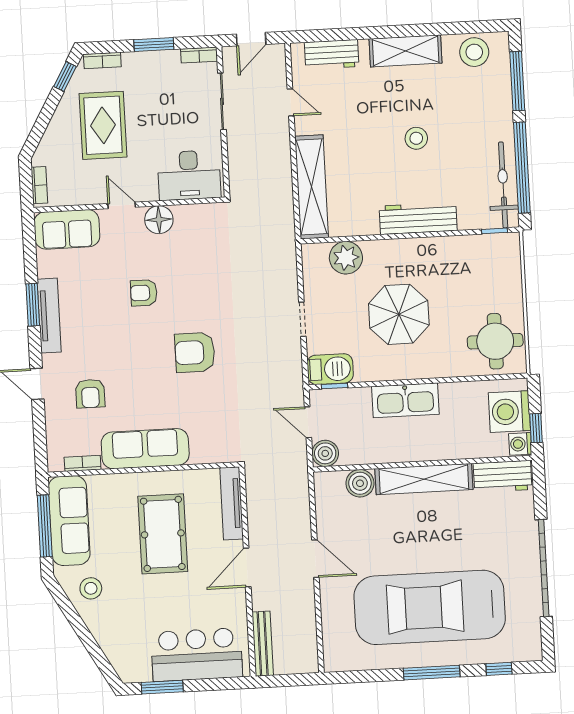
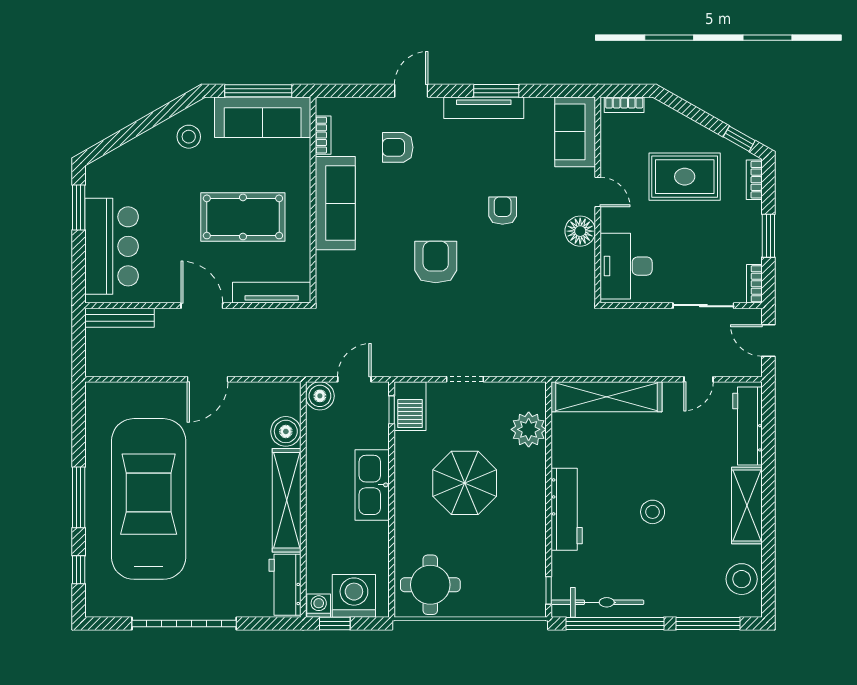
workbench: (332, 54) -> (748, 426), width x1.38
door: (122, 205) -> (598, 192), hinge flipped

